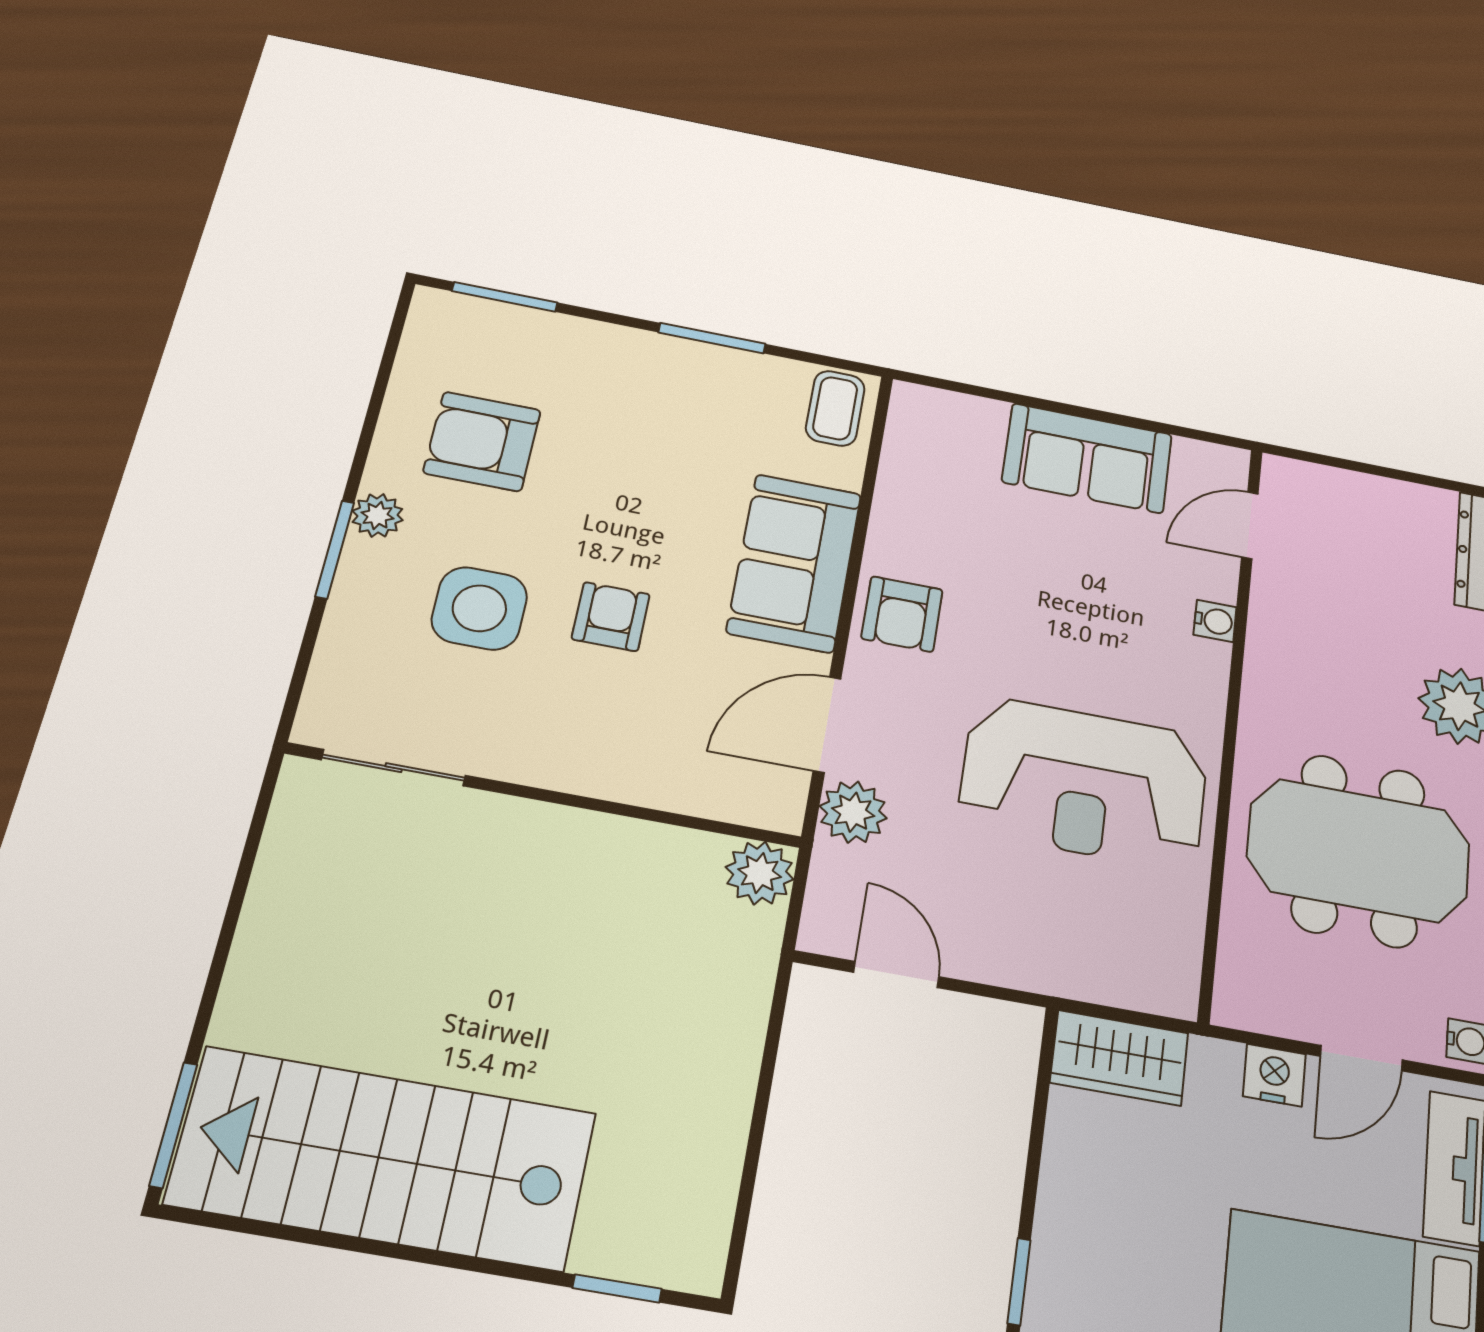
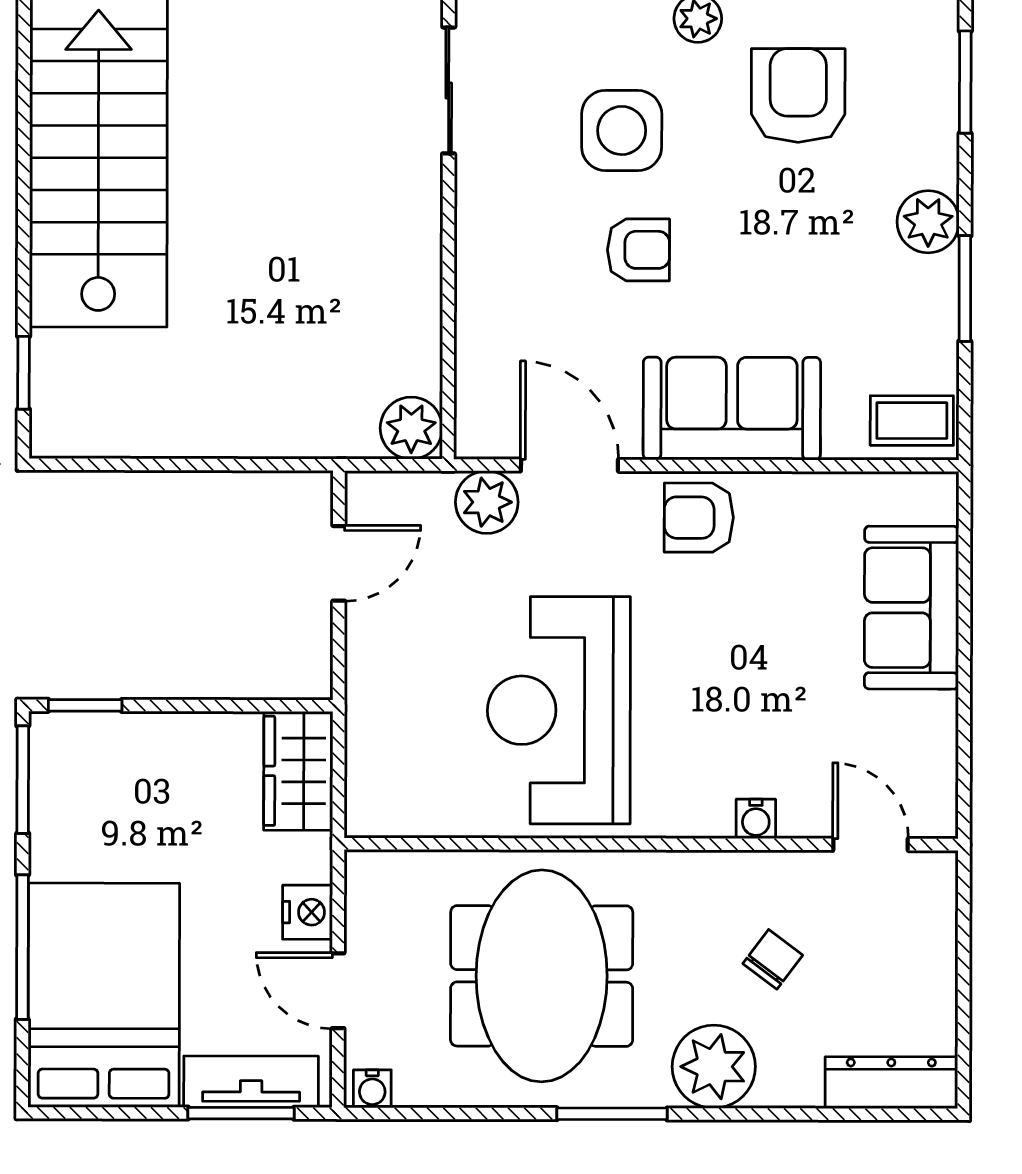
plant: (638, 355) -> (928, 222), added
sofa: (1087, 458) -> (911, 608), moved
chair: (1356, 633) -> (773, 959), added

